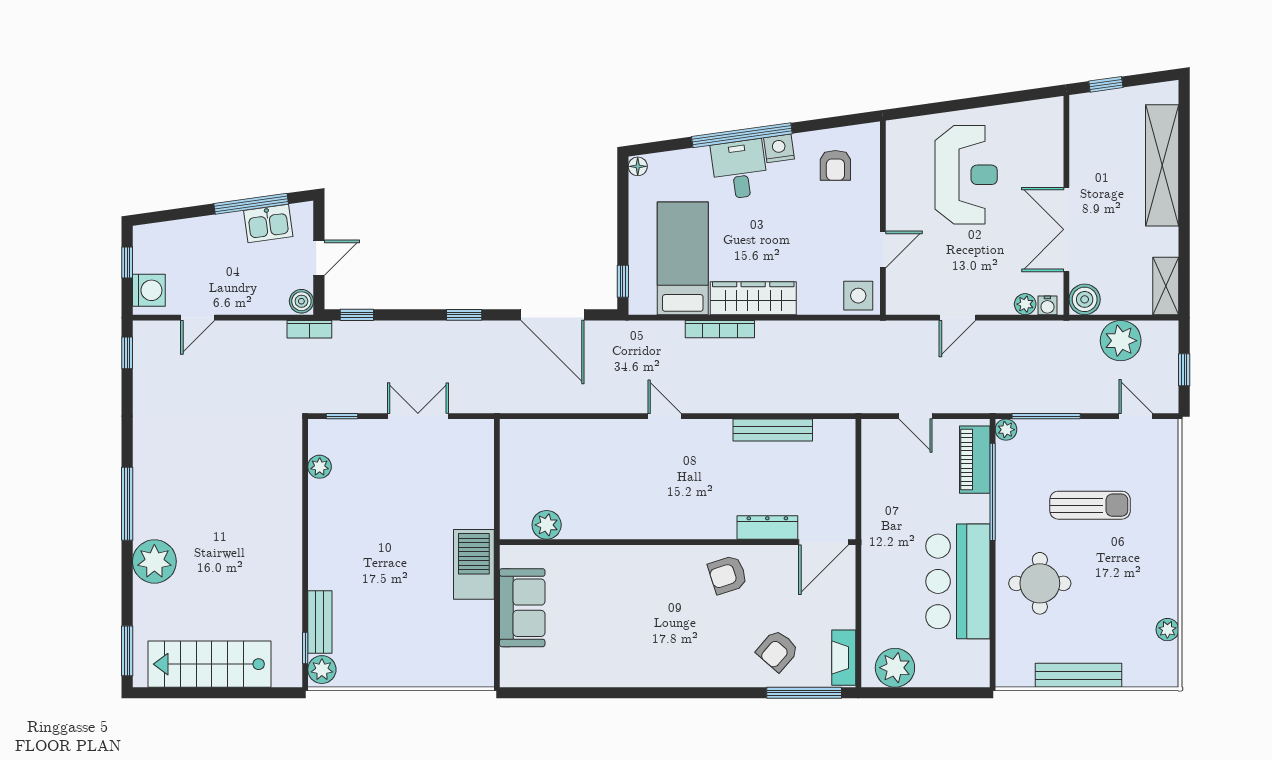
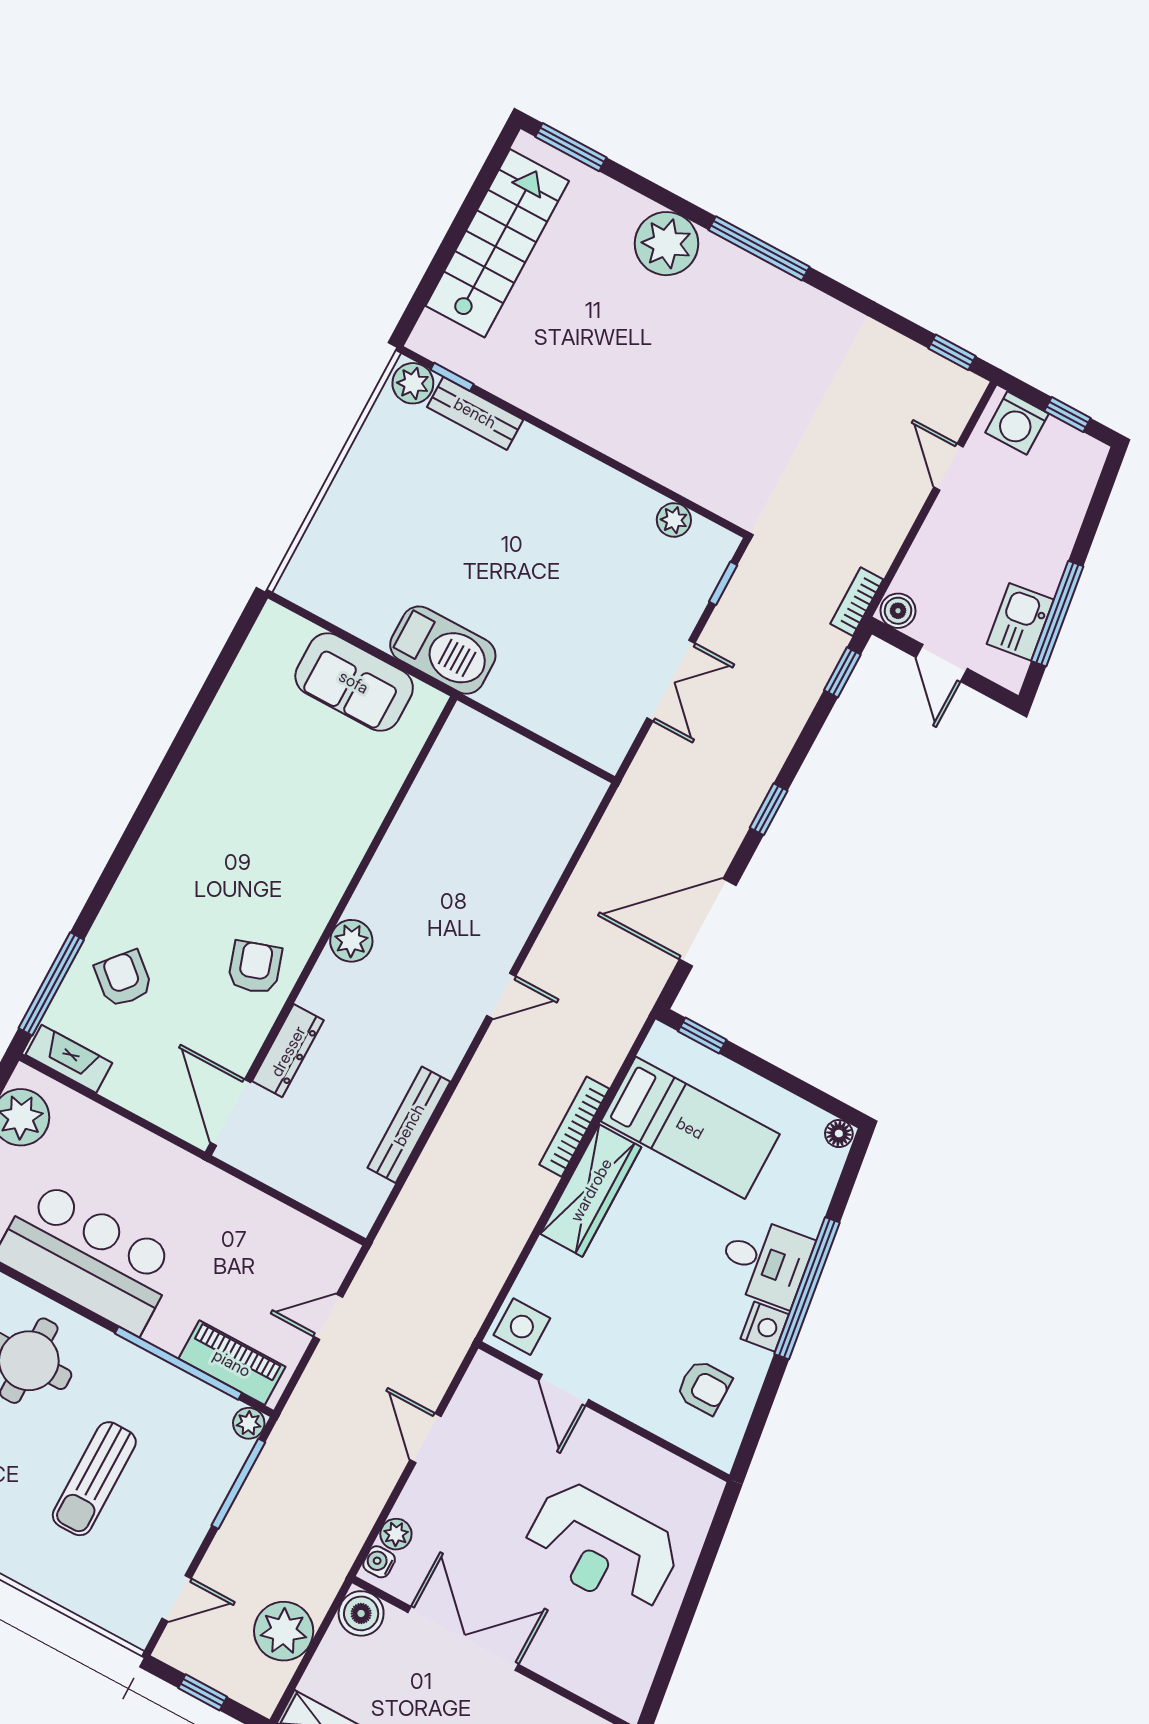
armchair: (835, 165) -> (704, 1387), turned 180
plant: (547, 525) -> (351, 941), moved

